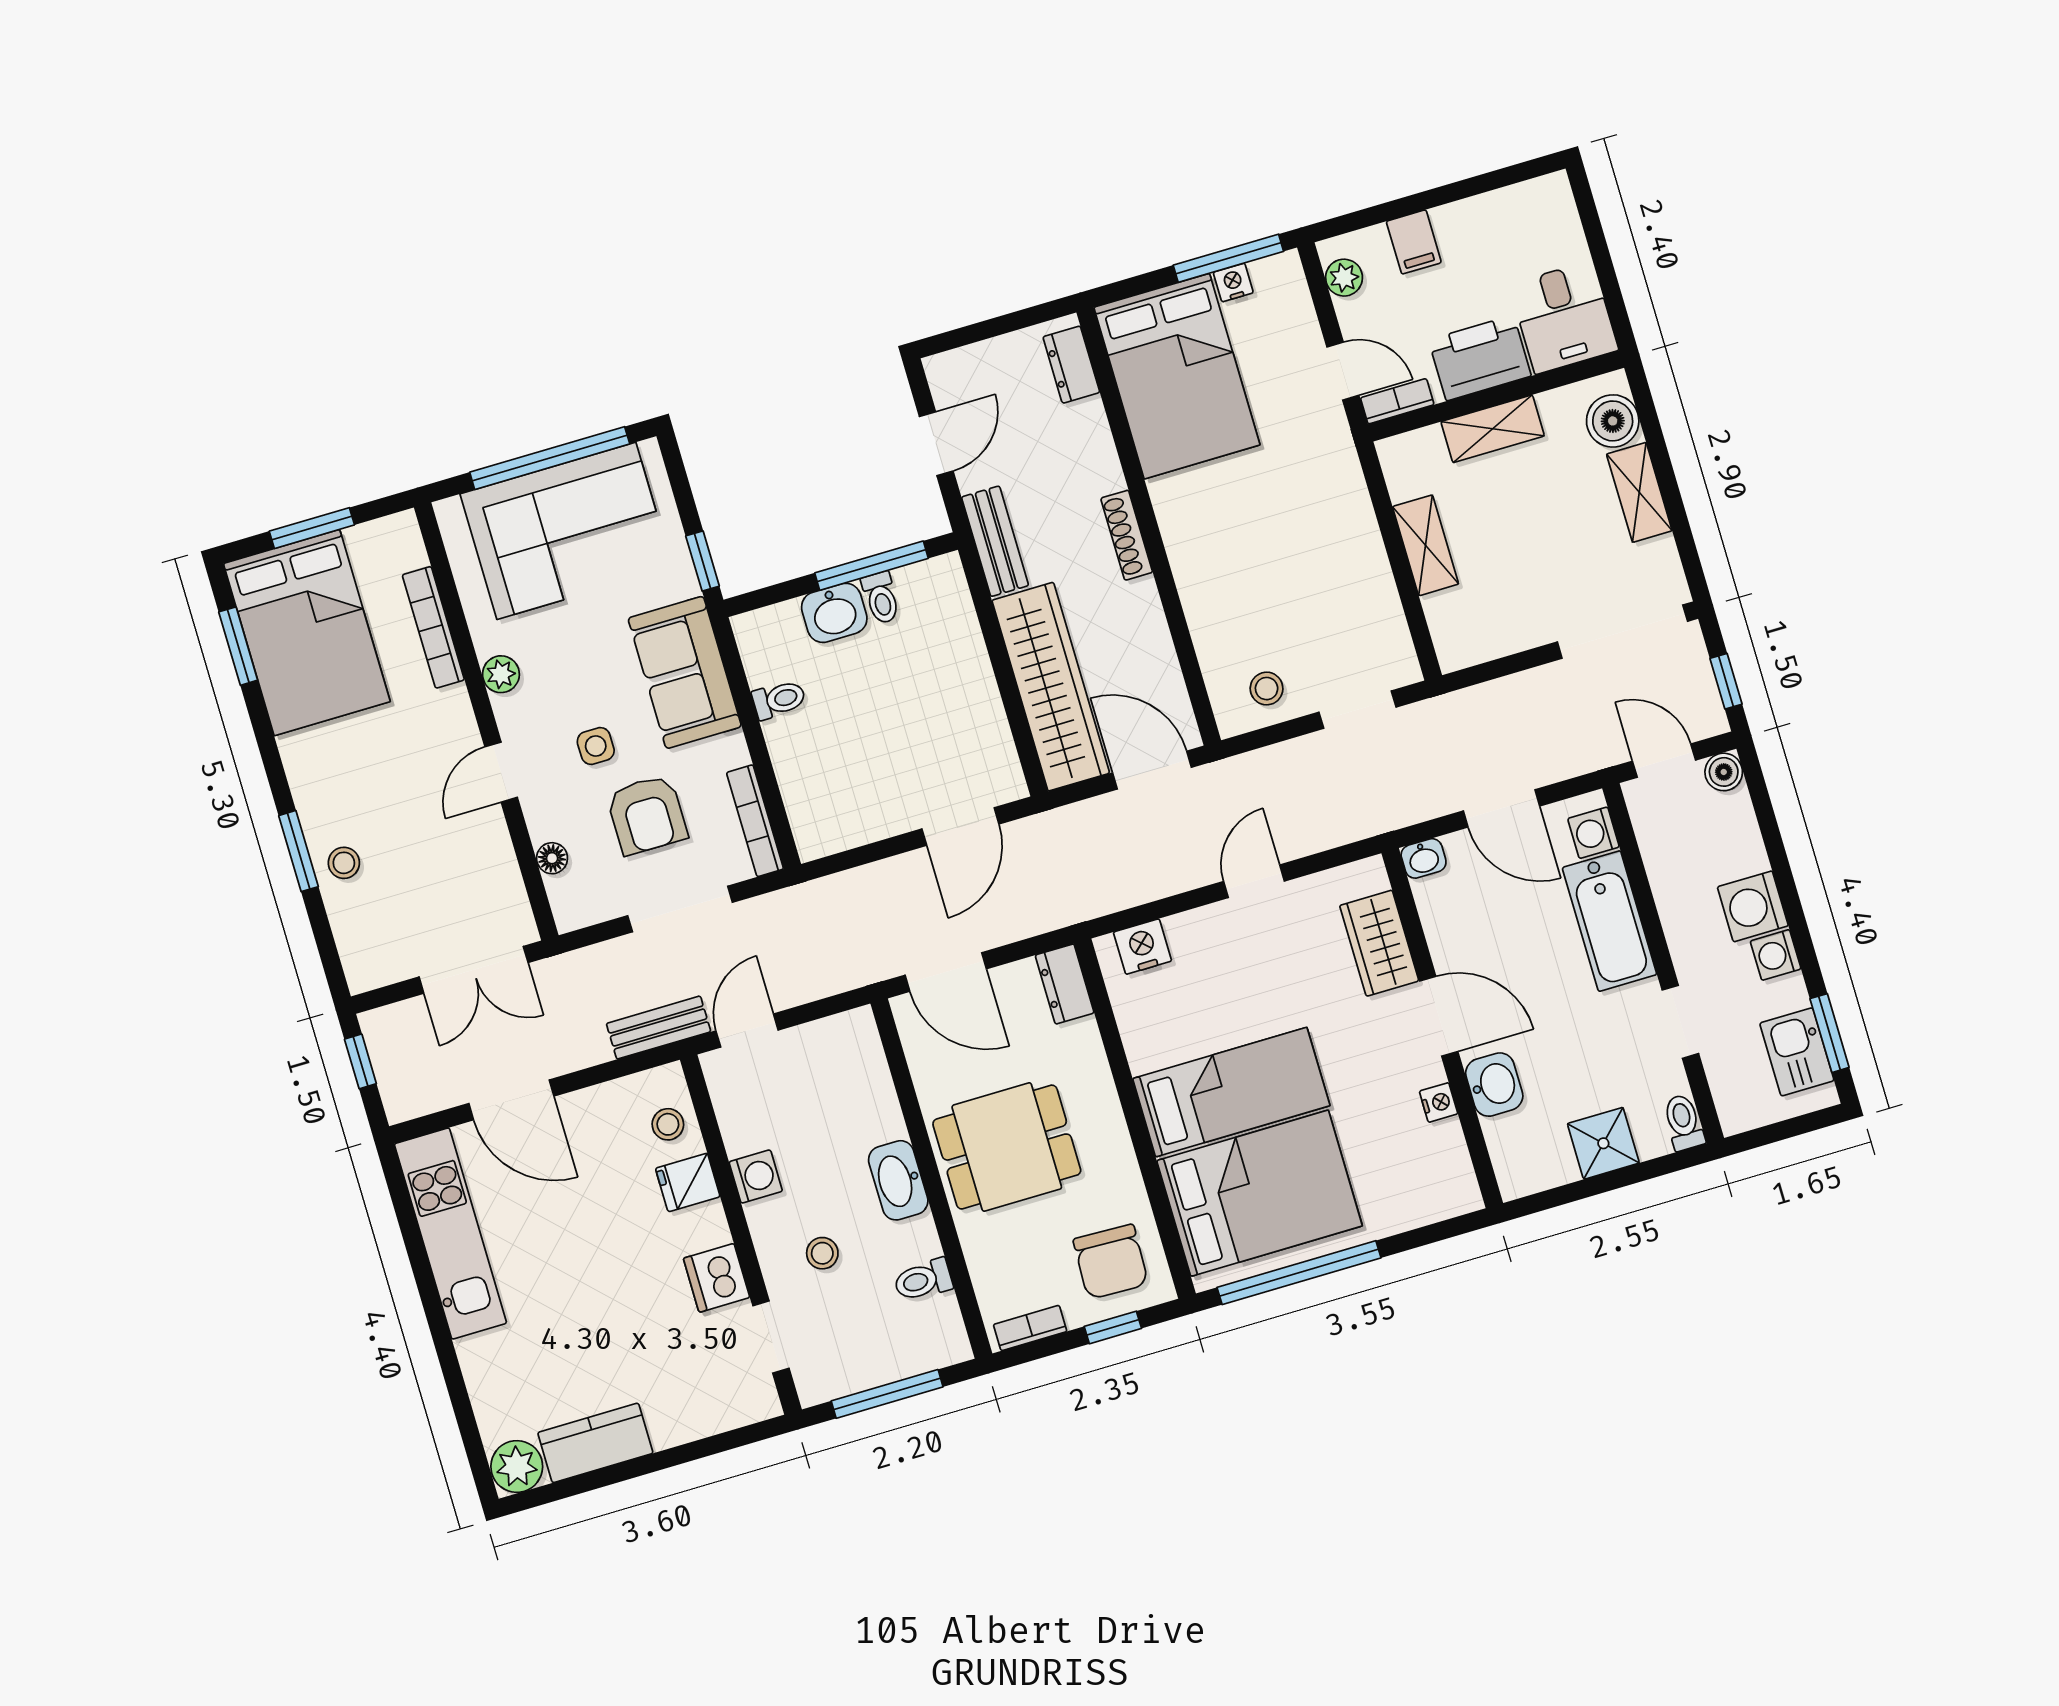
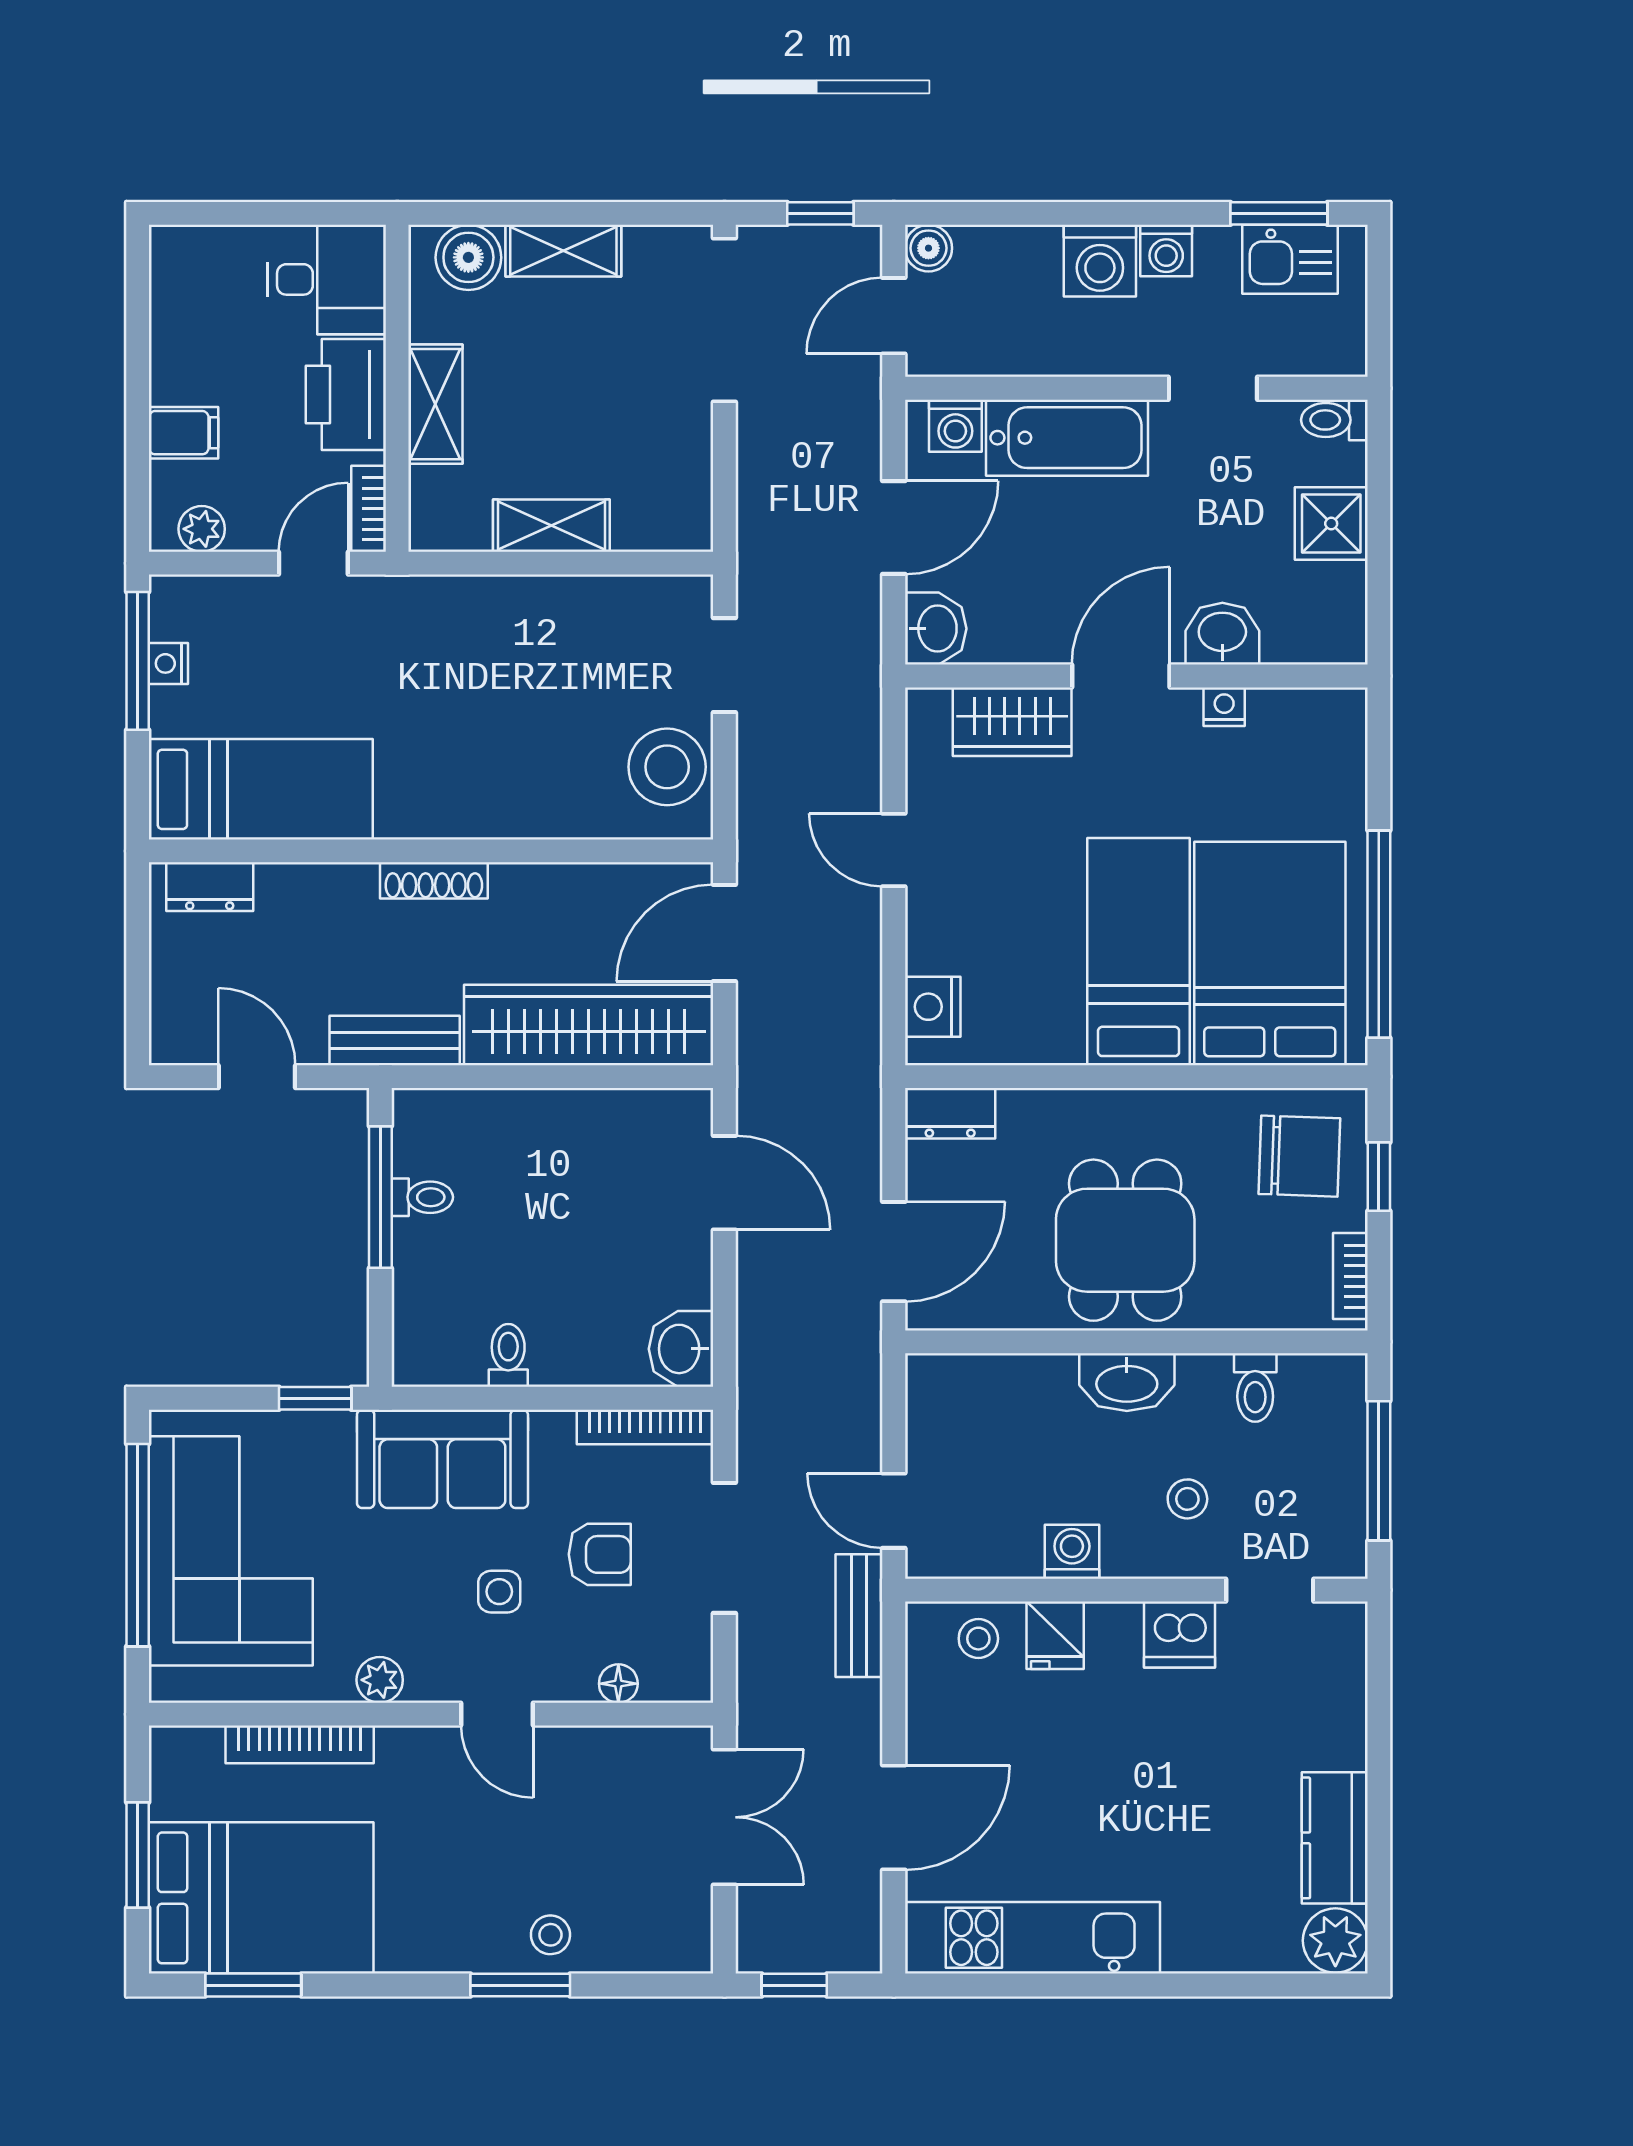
bed: (1177, 376) -> (261, 789), width x0.67
washbasin: (834, 613) -> (681, 1349), moved, turned 180
stool: (1267, 689) -> (667, 767), width x1.89, depth x1.89
armchair: (647, 815) -> (600, 1554), width x0.72, depth x0.72
washbasin: (1424, 858) -> (936, 629), width x1.38, depth x1.45

